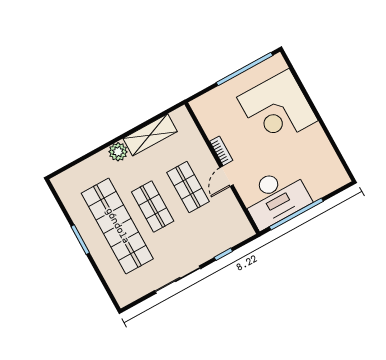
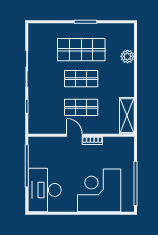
shelving: (150, 135) -> (127, 116), moved
plant: (118, 152) -> (127, 56), moved
desk: (275, 197) -> (45, 190), moved
shop shelf: (117, 226) -> (81, 50), width x0.71

